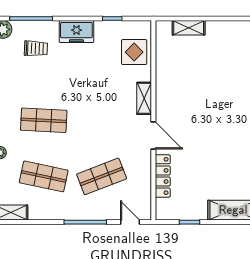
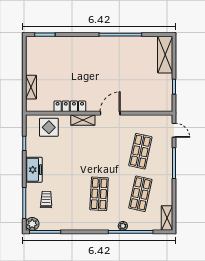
shop shelf: (102, 176) -> (140, 151), turned 33
locker: (163, 176) -> (70, 106), moved
door: (130, 222) -> (174, 130), swing flipped

